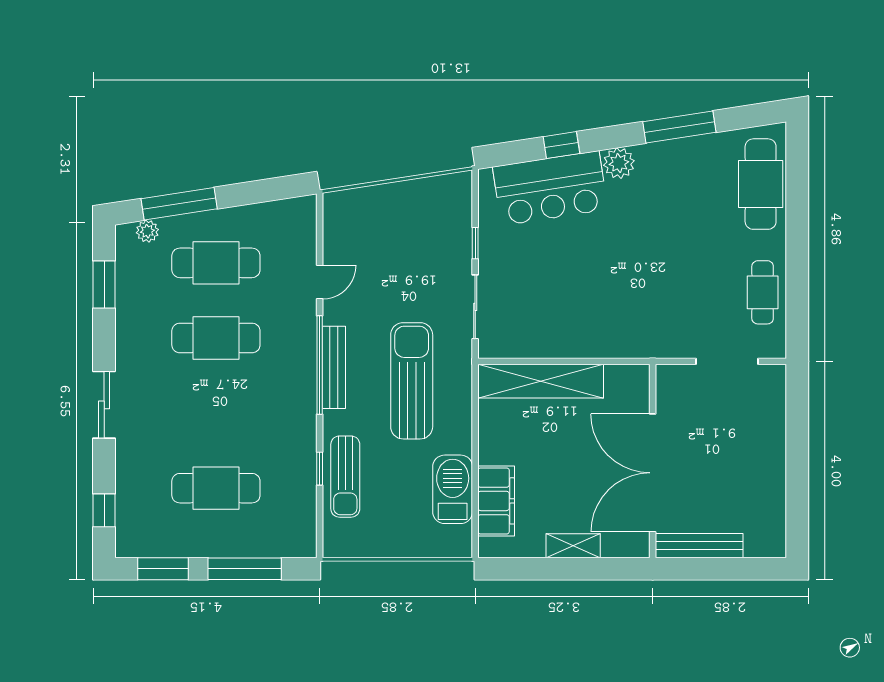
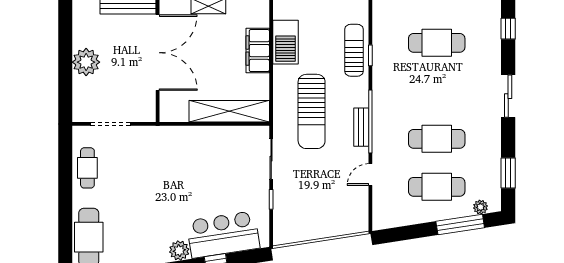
bench: (334, 367) -> (361, 127), width x0.73
plant: (765, 458) -> (86, 62), added
filing cabinet: (496, 501) -> (258, 51), moved

